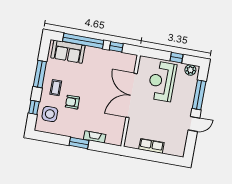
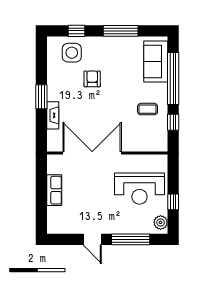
reception desk: (162, 81) -> (139, 189), turned 180
coffee table: (56, 88) -> (148, 109), moved
double door: (132, 95) -> (92, 153), moved

